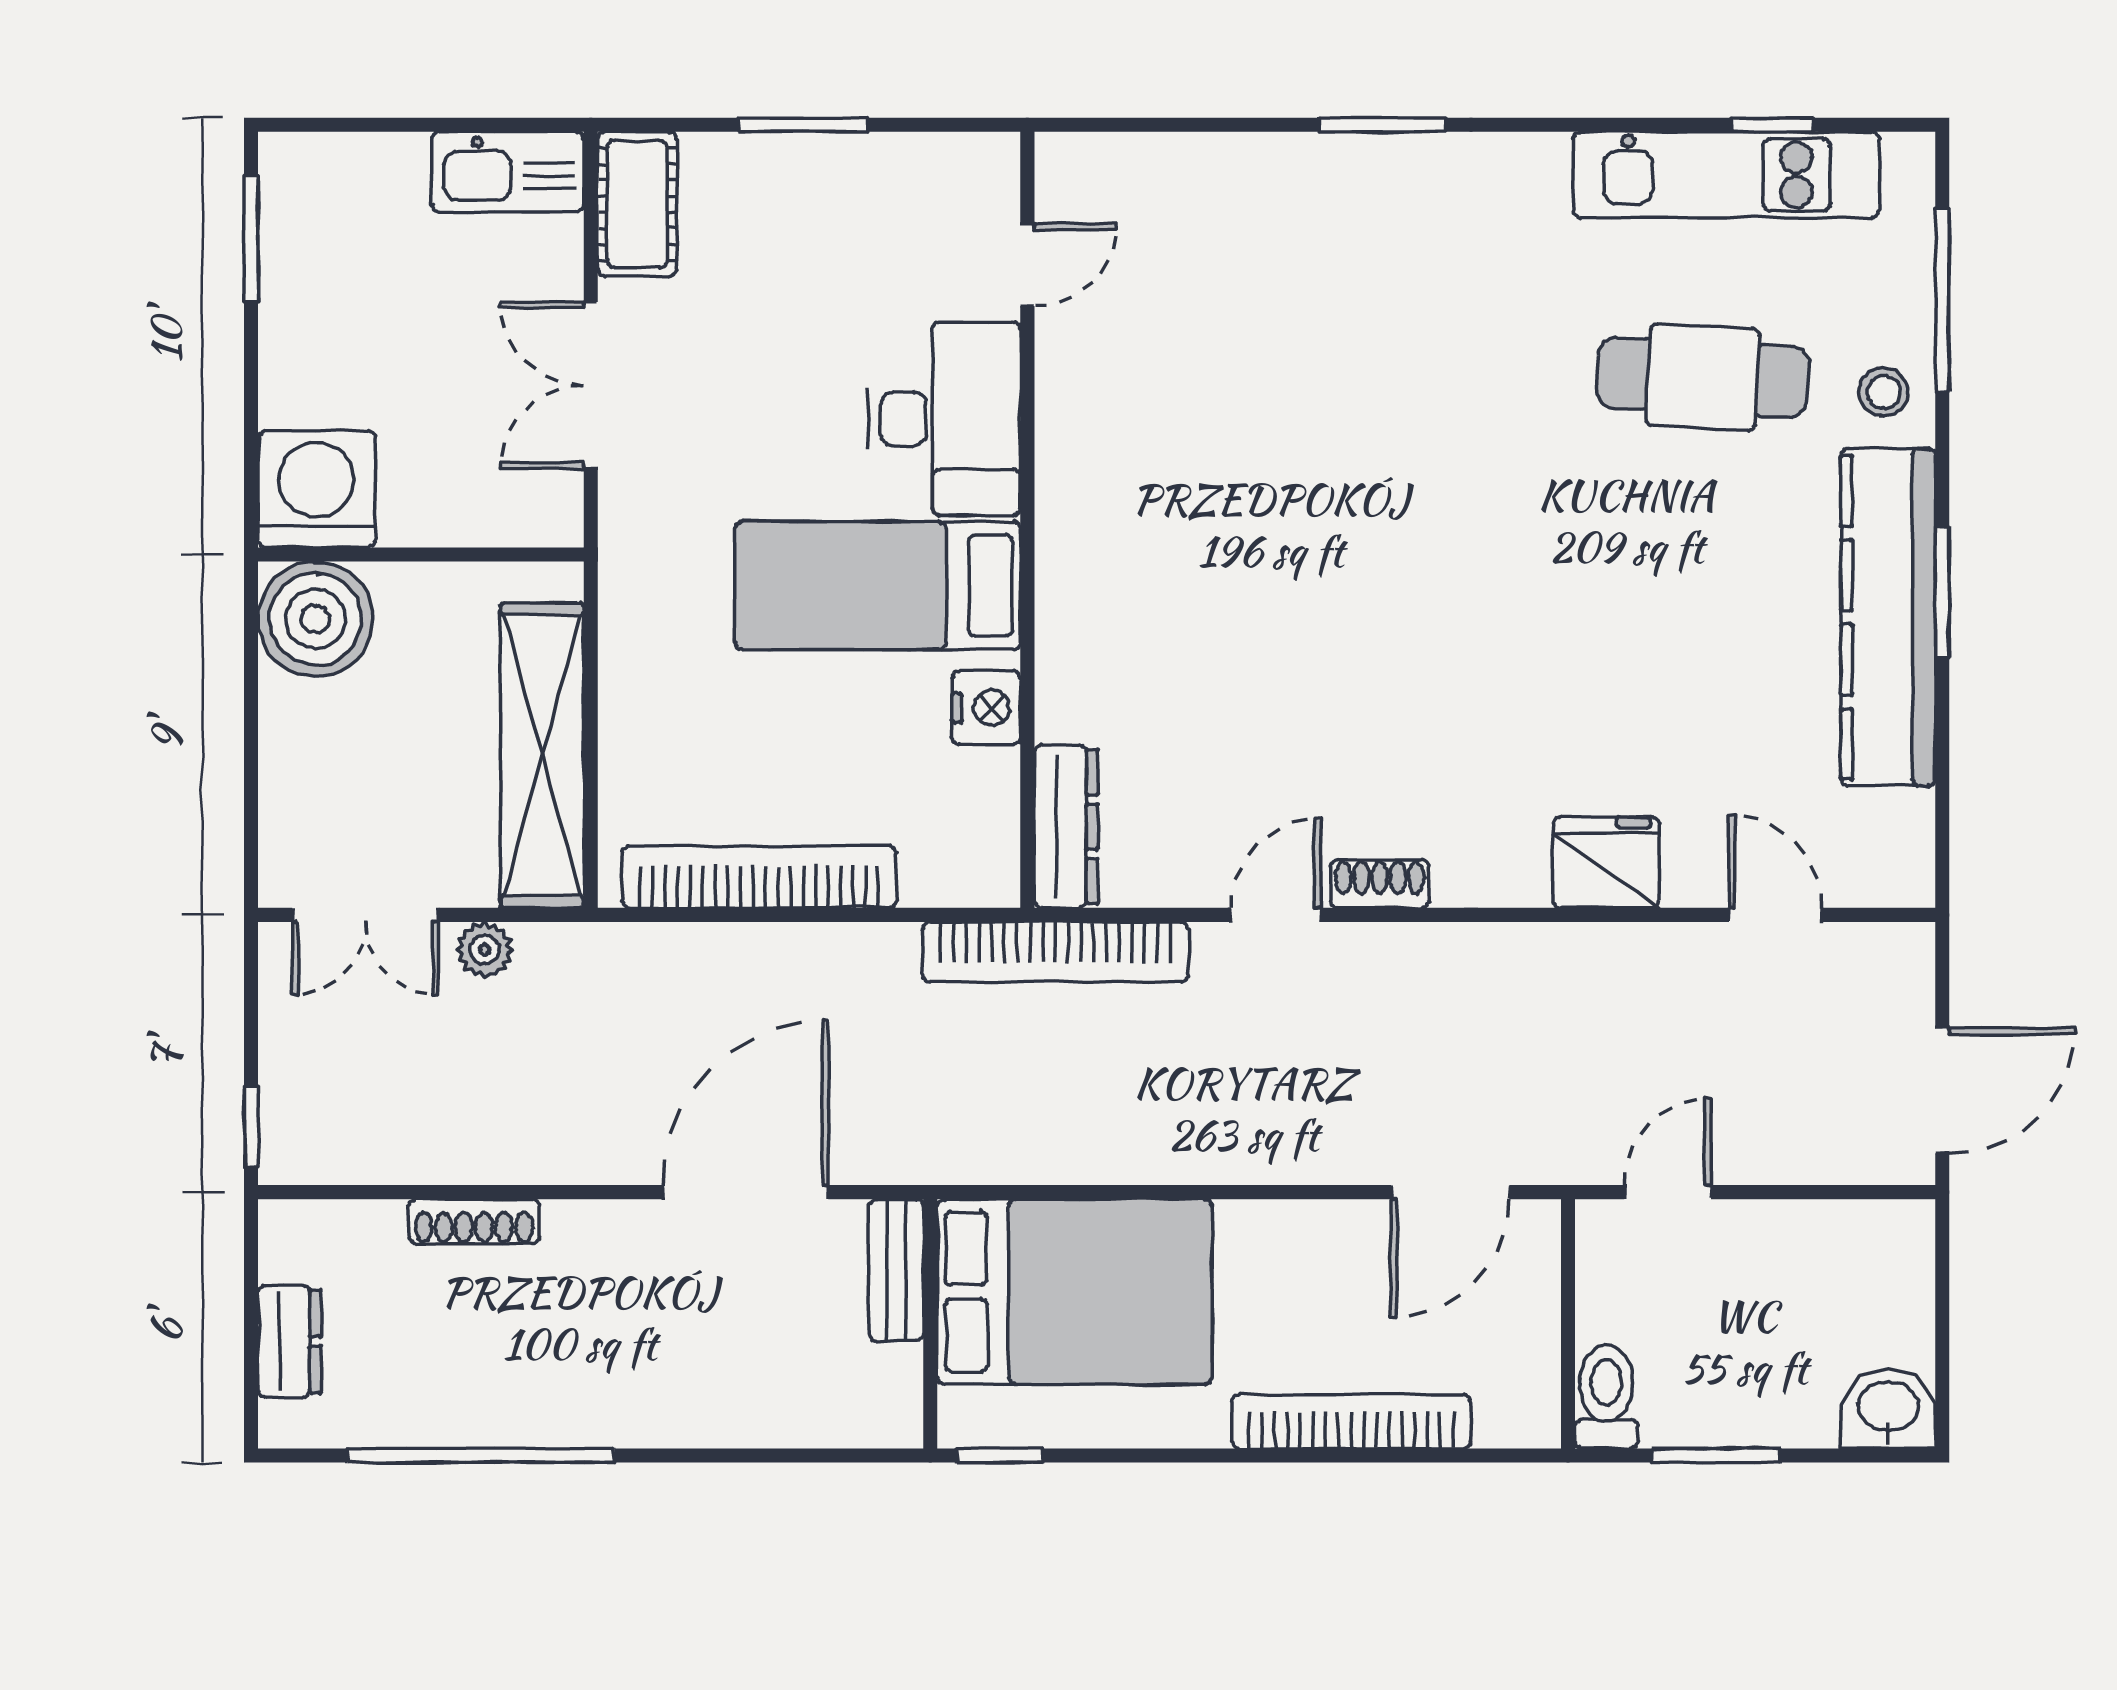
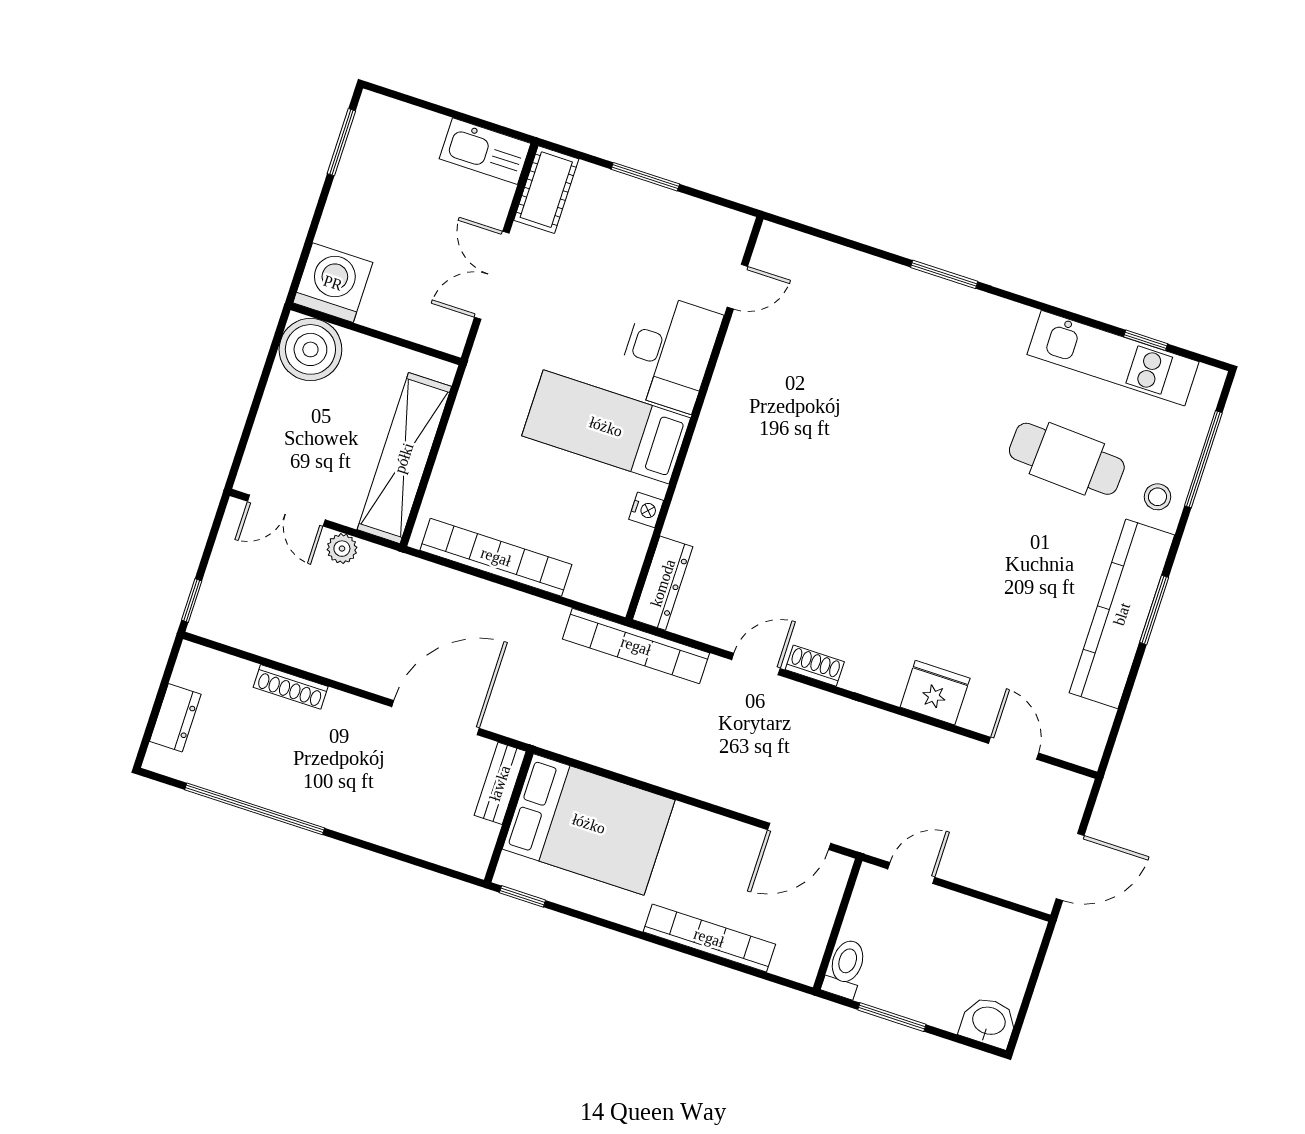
nightstand: (986, 708) -> (646, 510), width x0.72, depth x0.74

